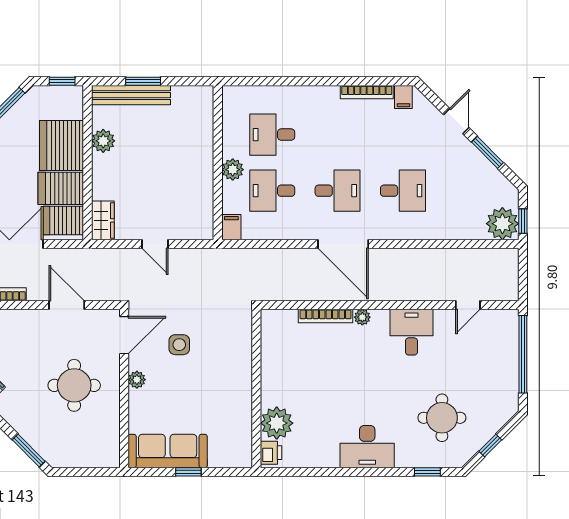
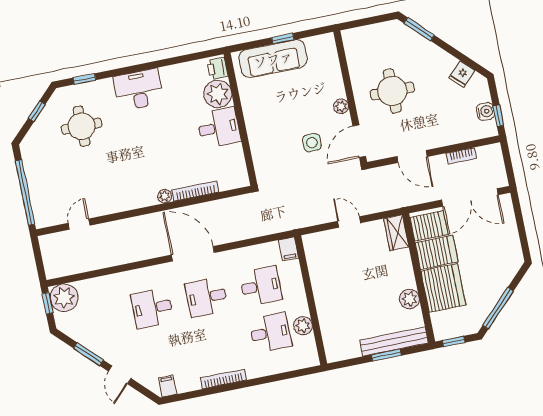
bookcase: (367, 92) -> (223, 379), moved
plant: (233, 170) -> (303, 326), moved
desk: (411, 332) -> (219, 128), moved, turned -90
sofa: (168, 451) -> (273, 59), moved

